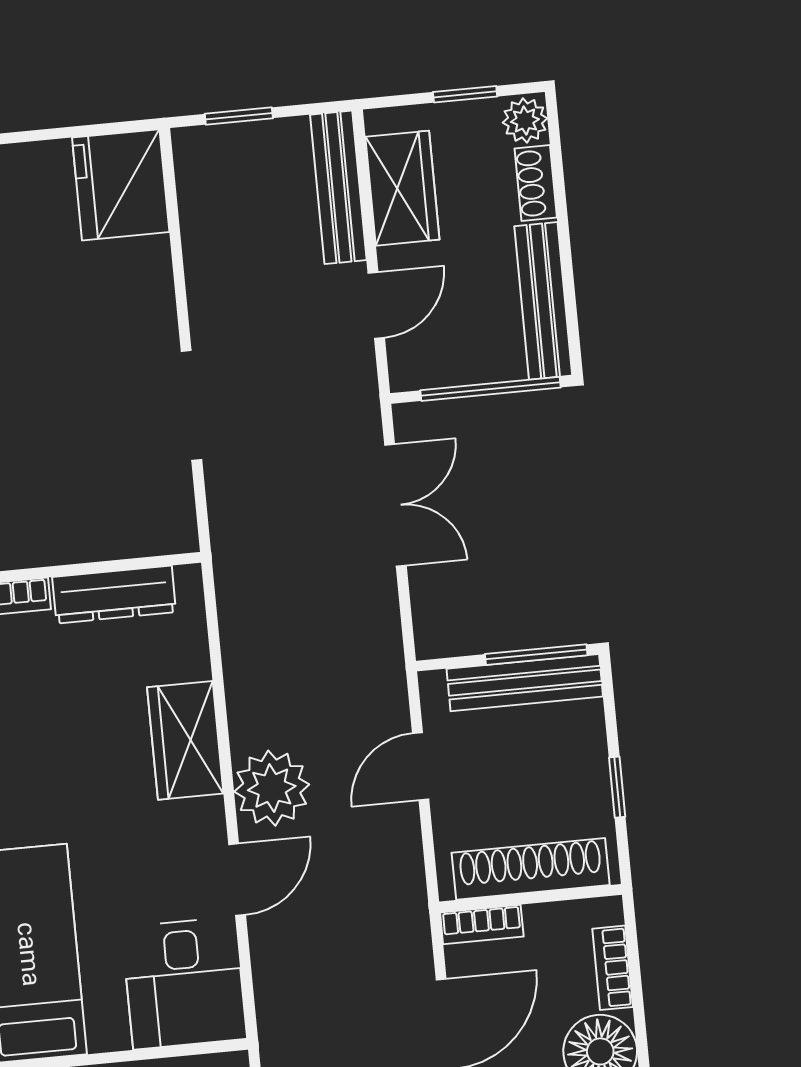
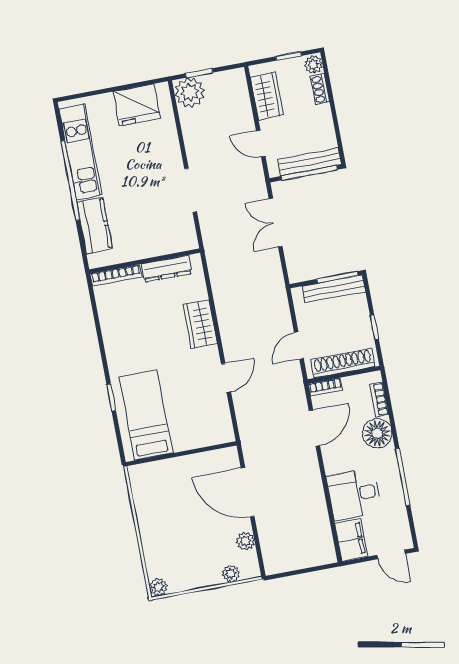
fridge: (121, 185) -> (137, 105), moved, turned -90
bench: (338, 187) -> (241, 98), removed
bench: (543, 301) -> (309, 162), moved, turned 90
door: (376, 305) -> (261, 144), swing flipped
double door: (395, 505) -> (276, 223), swing flipped
door: (421, 766) -> (299, 346), moved
plant: (272, 788) -> (190, 92), moved
desk: (184, 983) -> (209, 421), removed

